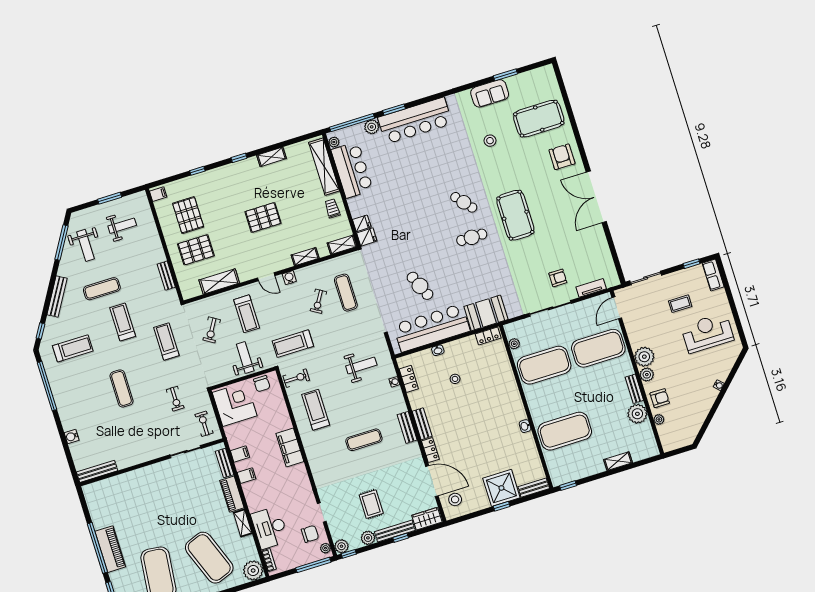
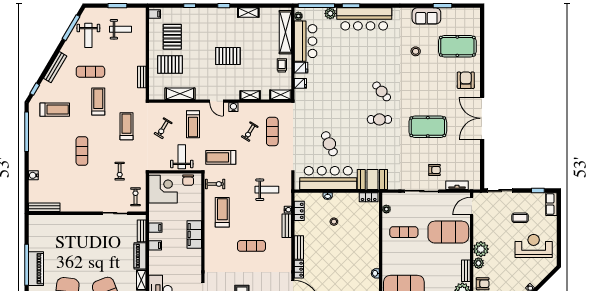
pool table: (515, 215) -> (428, 127), moved, turned 90
fridge: (367, 237) -> (301, 68), moved
exercise mat: (544, 365) -> (404, 232), width x0.50, depth x0.69
bench: (407, 427) -> (287, 226), moved

